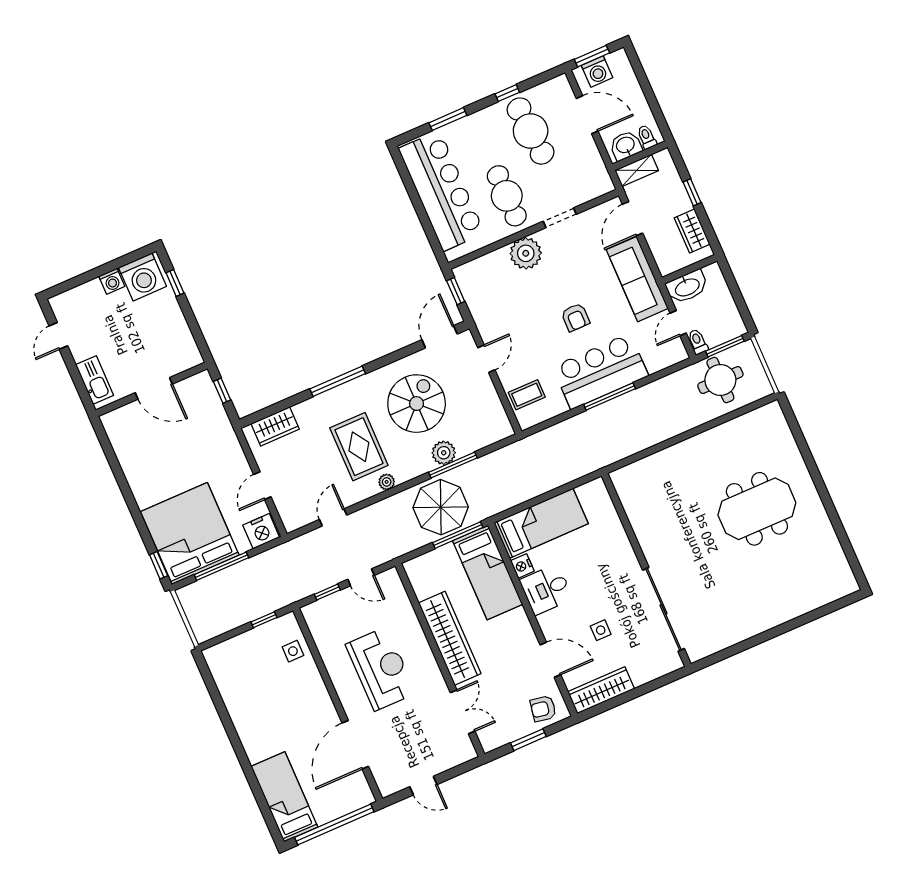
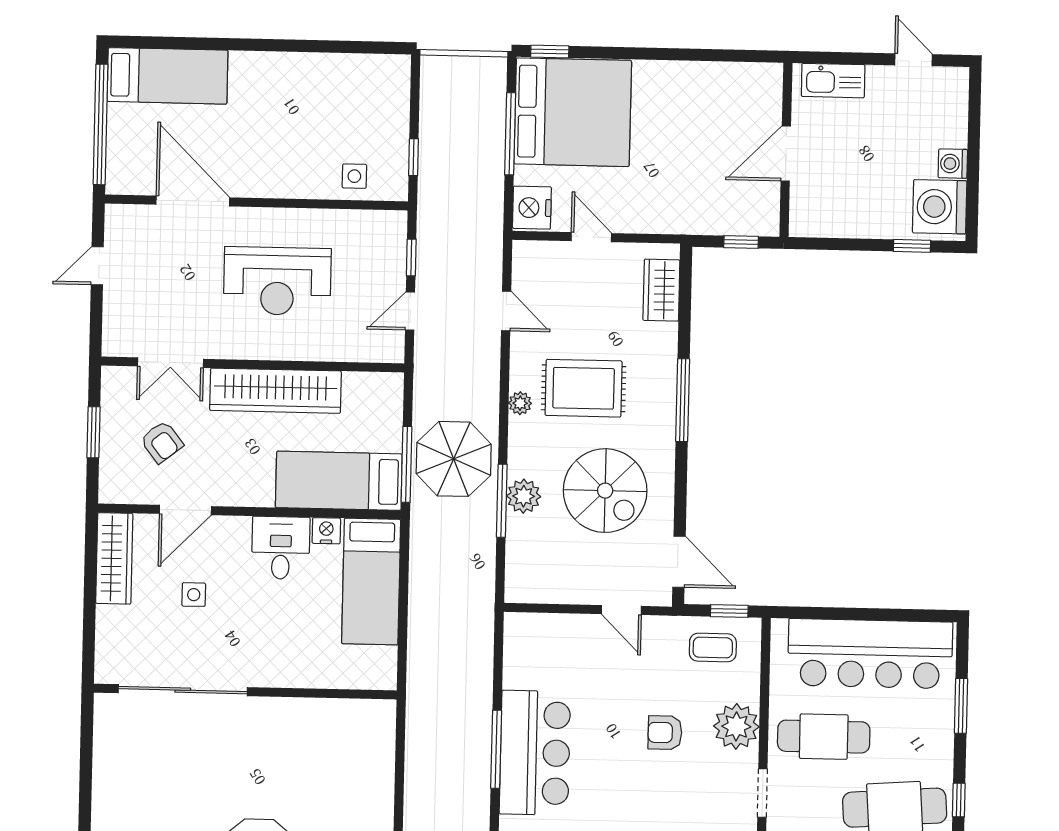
armchair: (575, 317) -> (665, 733), moved
coffee table: (527, 395) -> (713, 648), moved, turned 90
armchair: (543, 709) -> (162, 442), moved, turned 132

